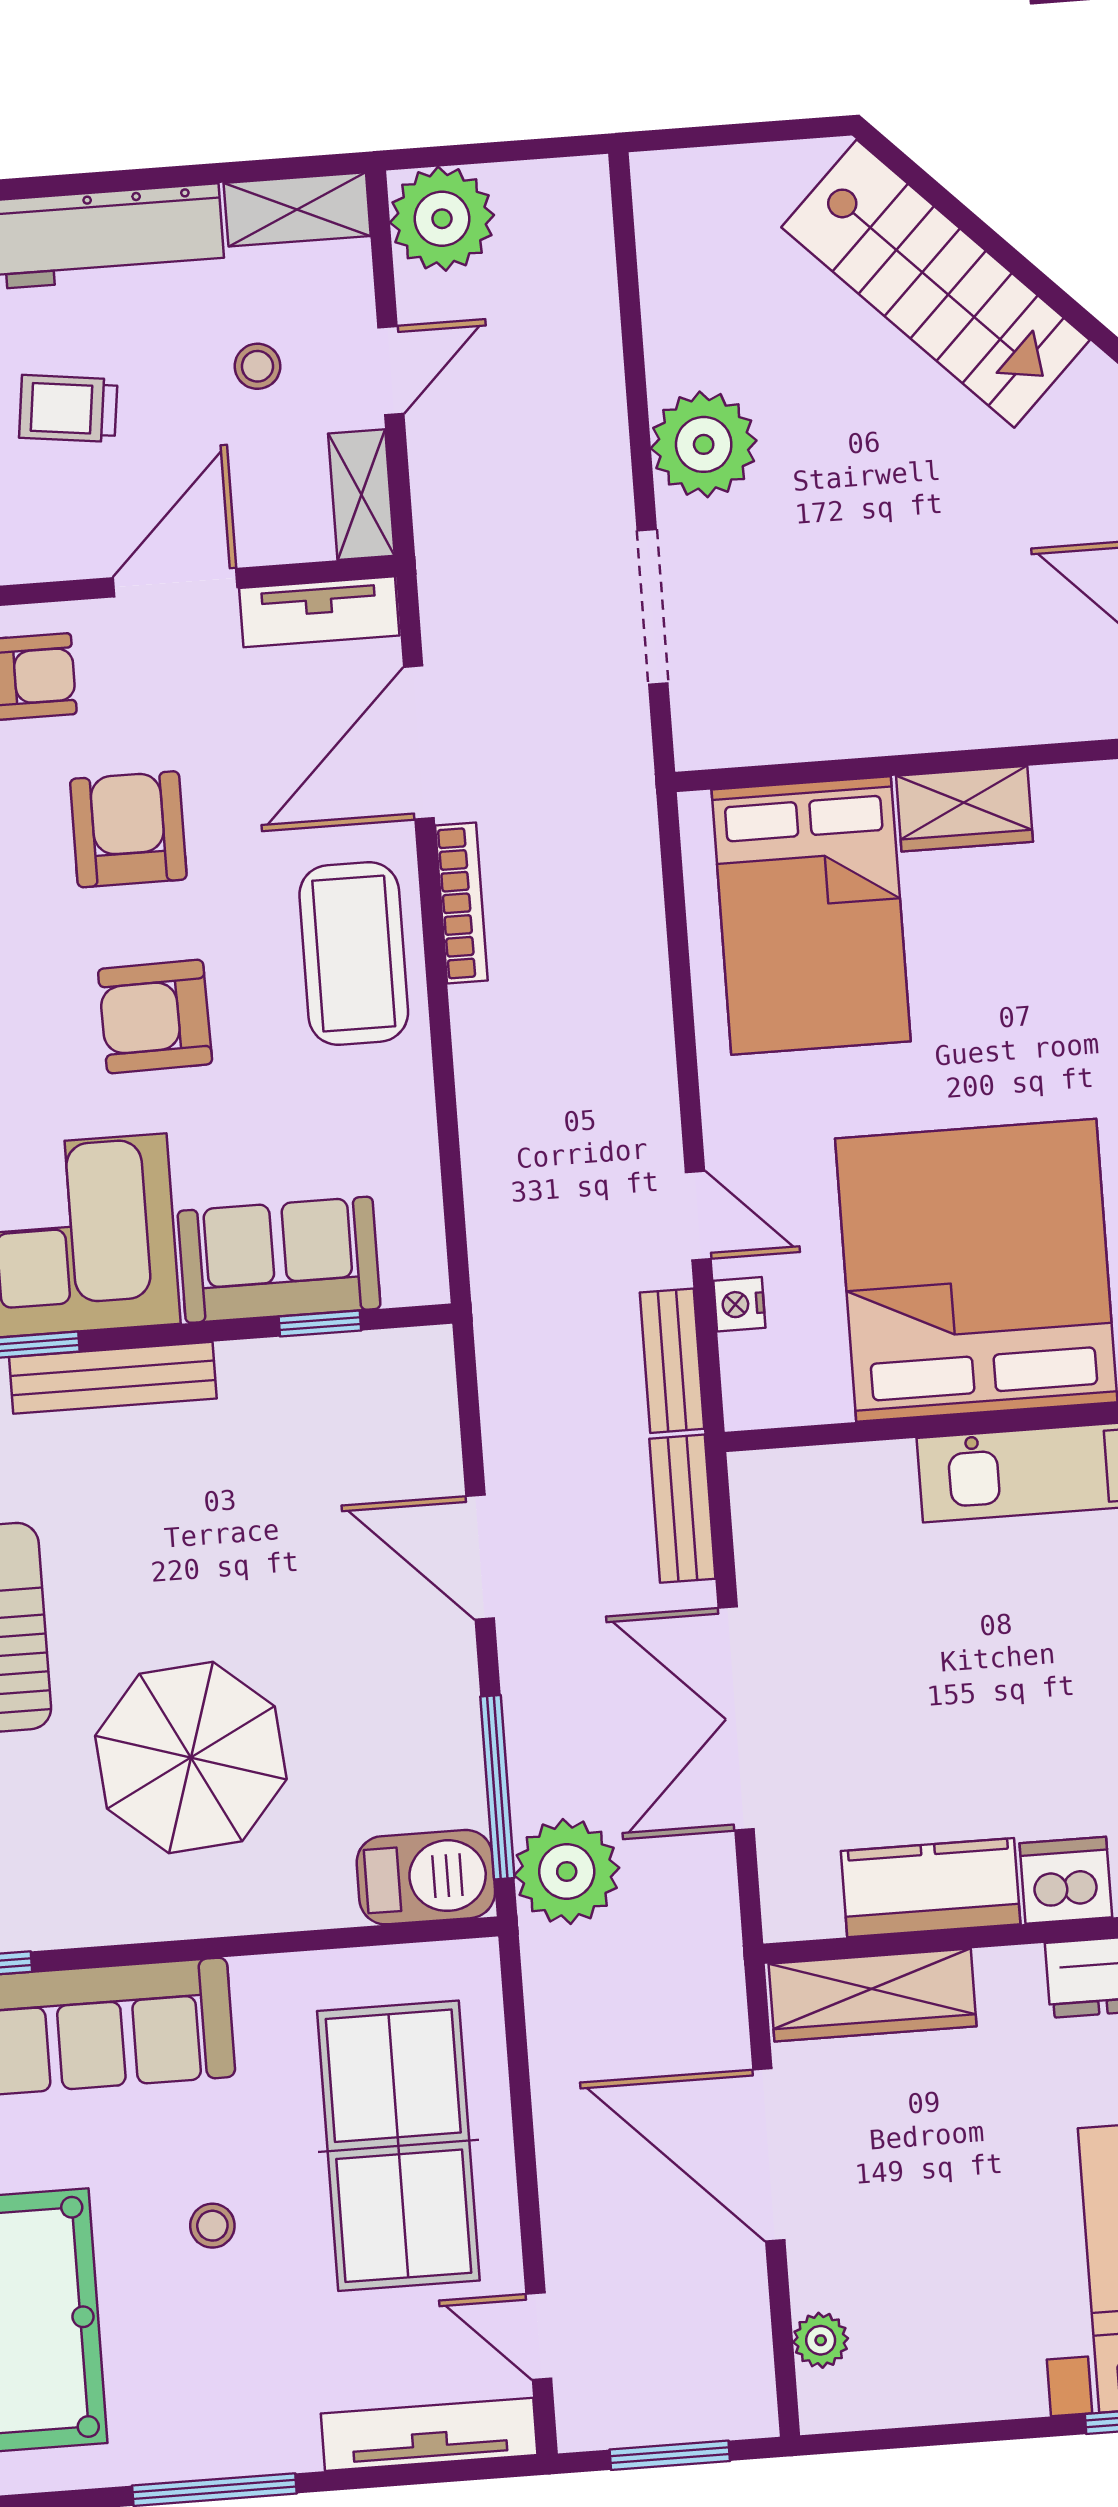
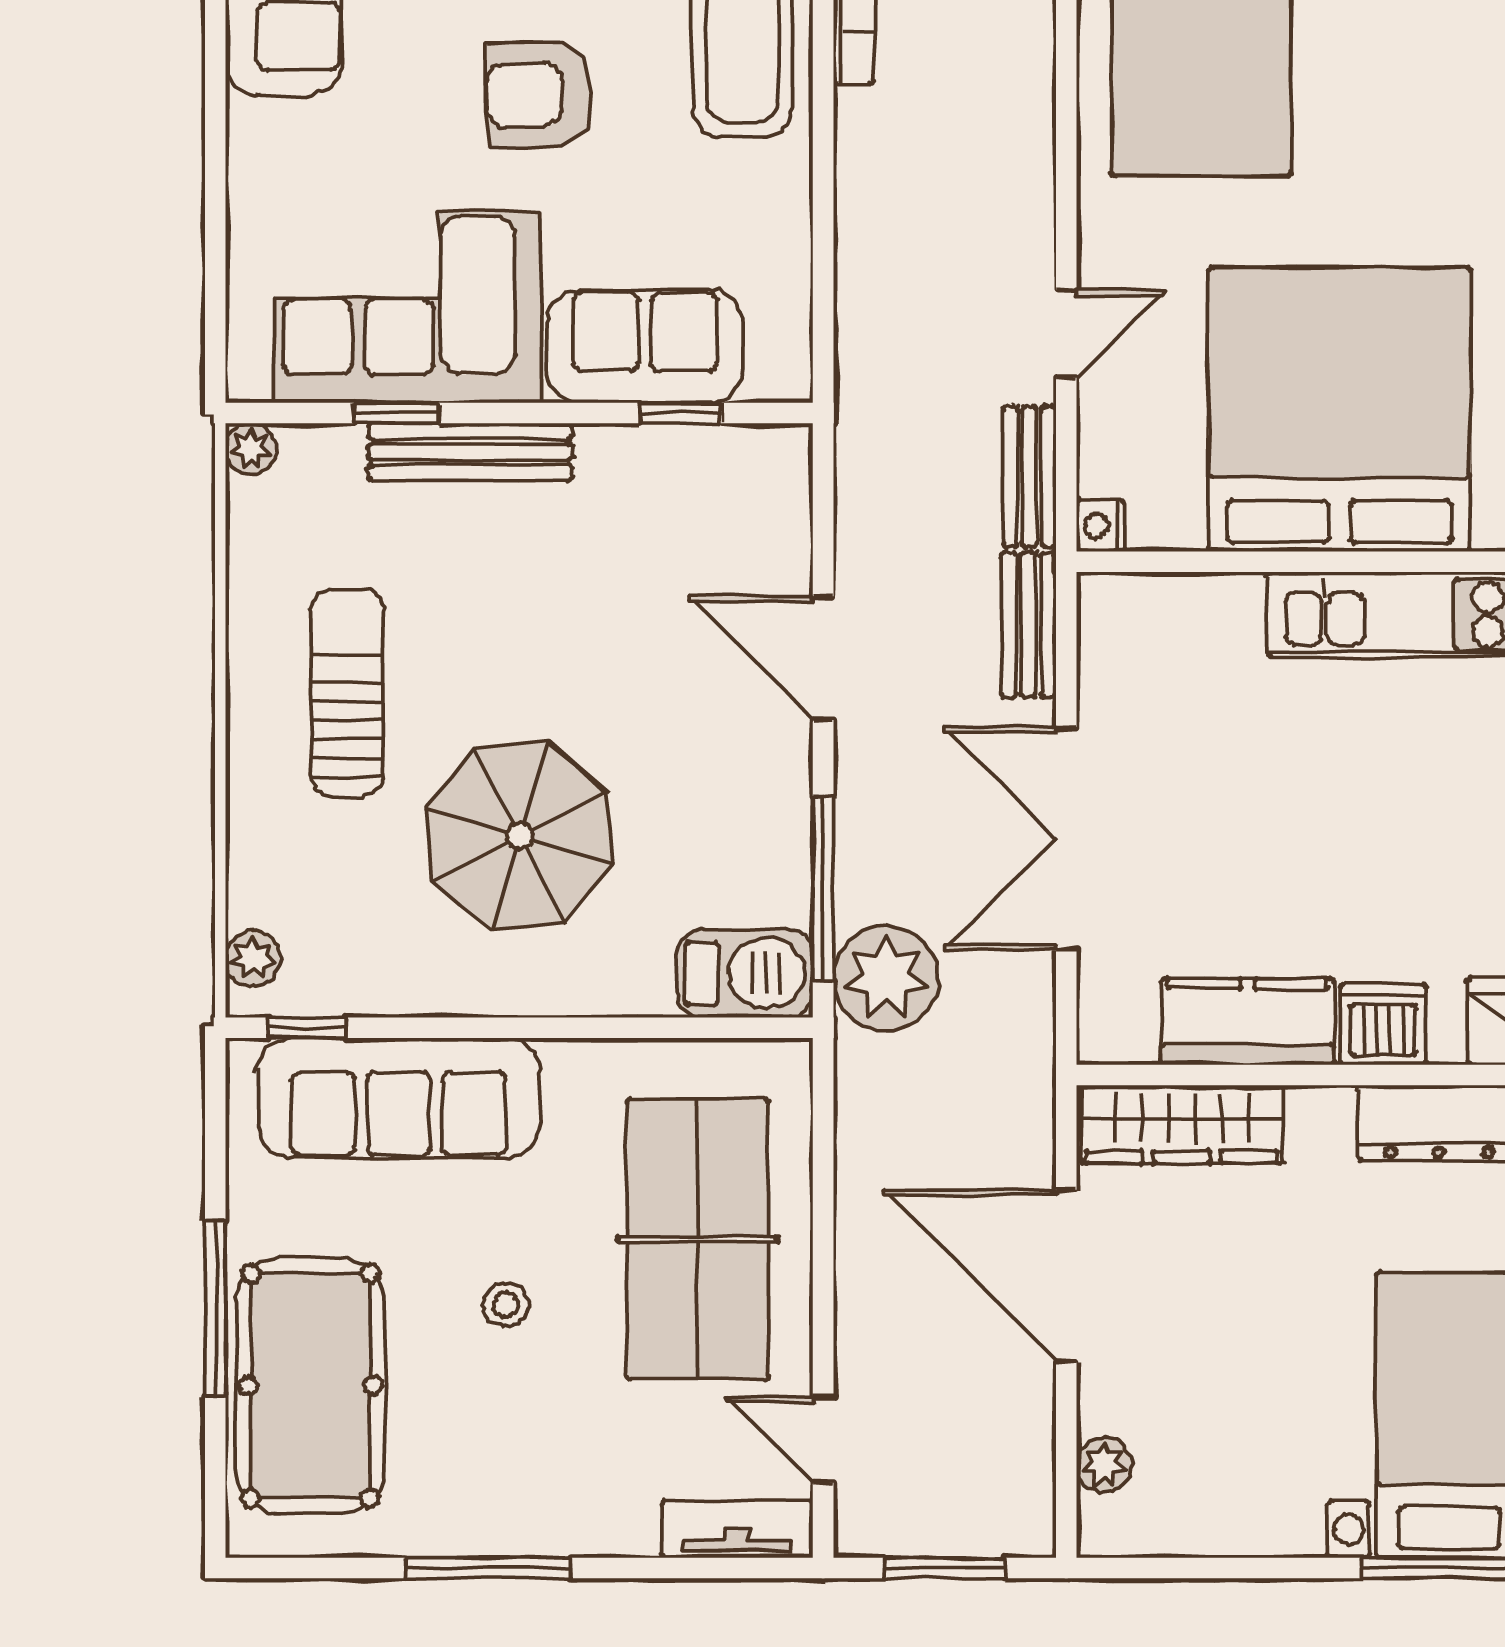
door: (698, 1215) -> (1066, 334), hinge flipped
nightstand: (739, 1304) -> (1101, 526), moved
tv unit: (429, 2434) -> (737, 1529), width x0.71

